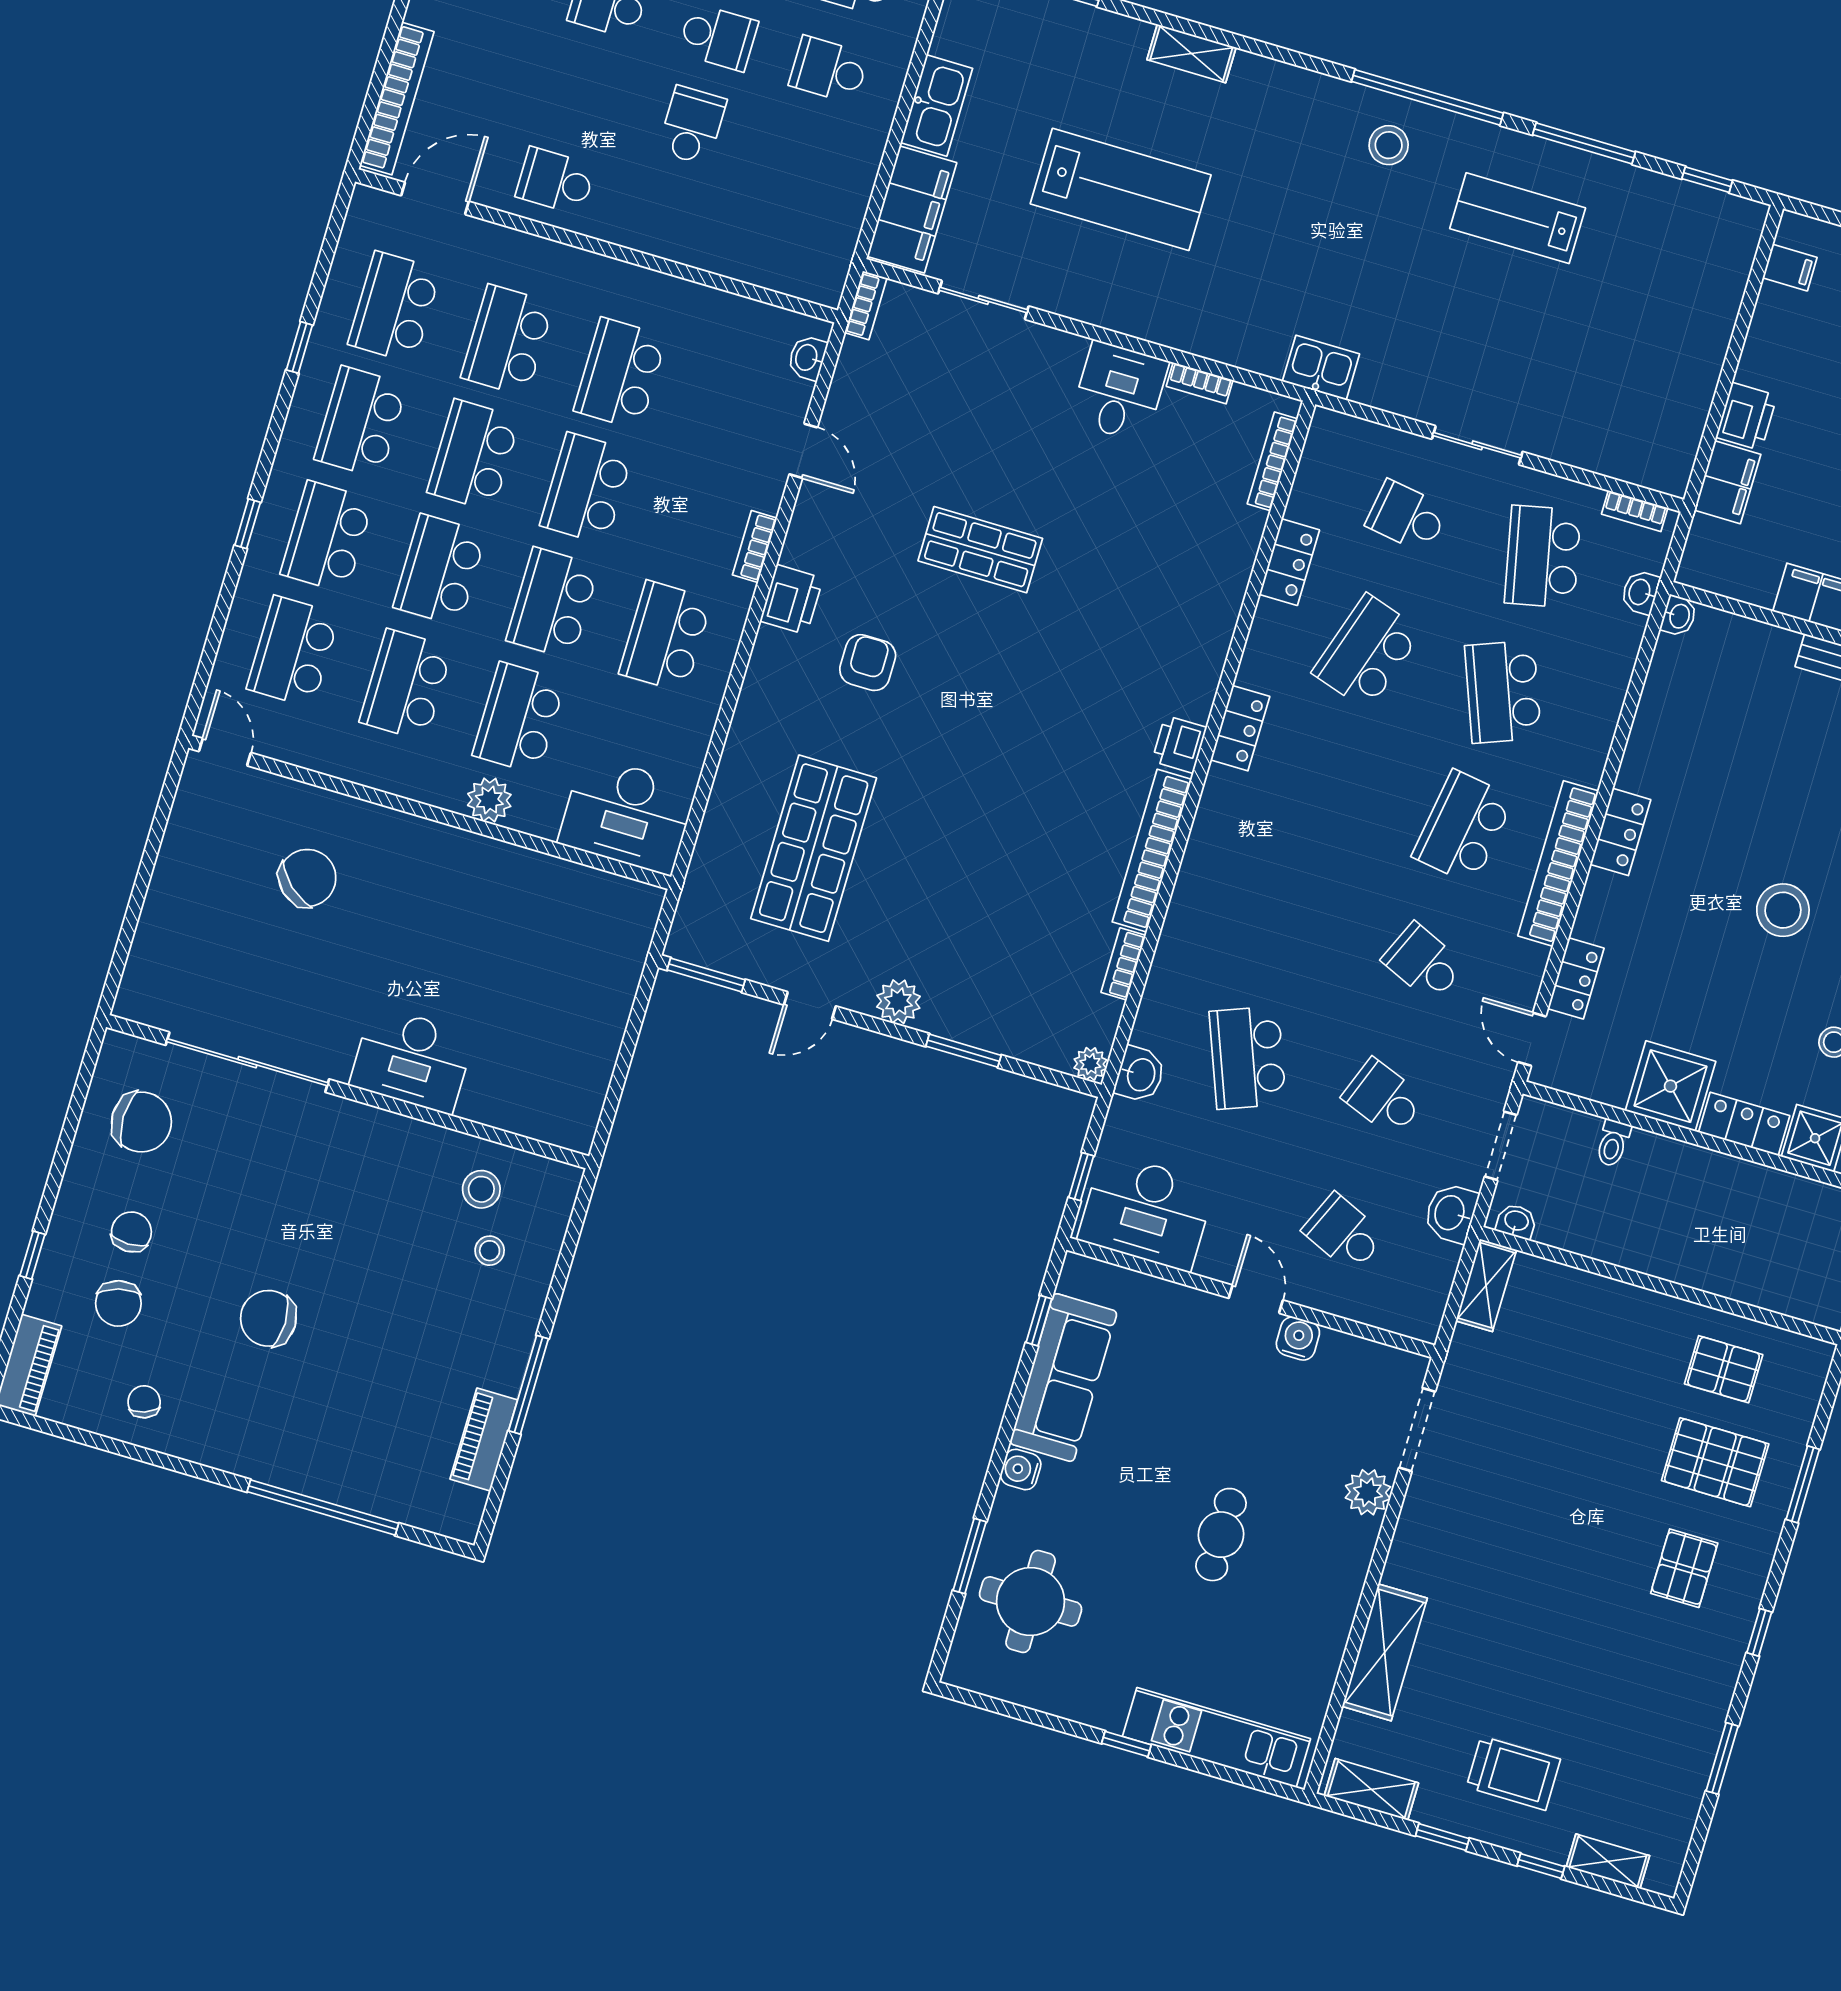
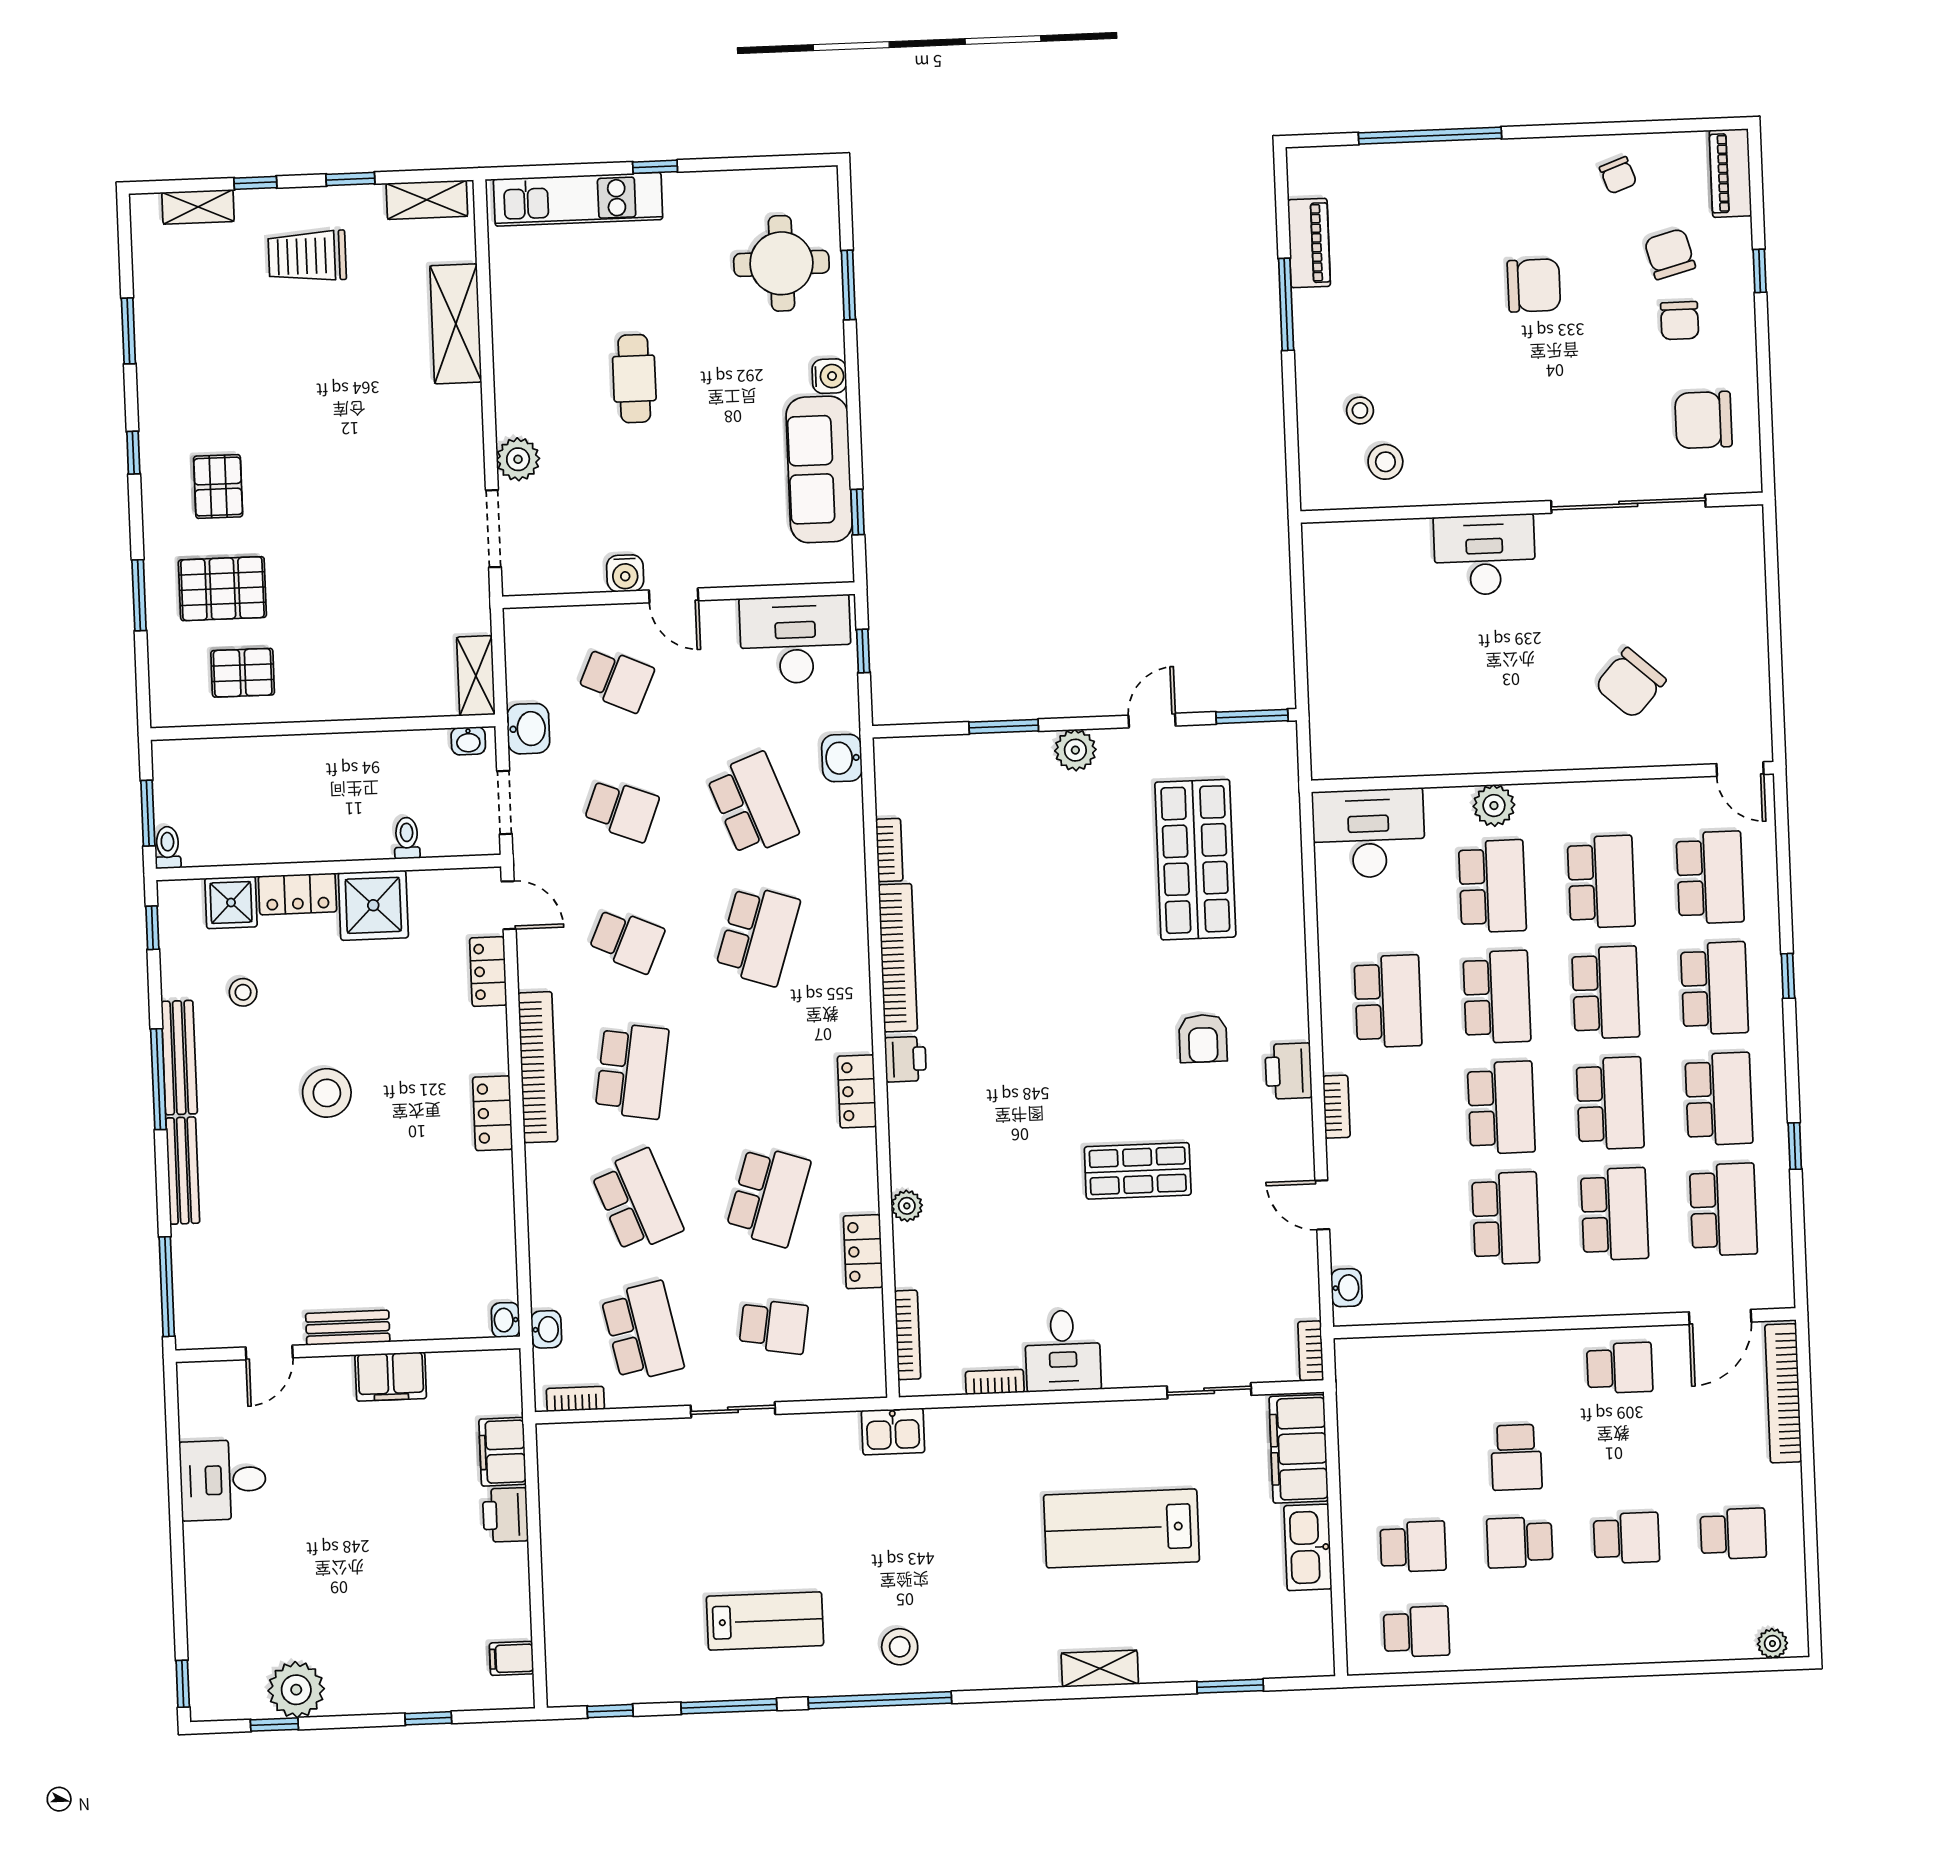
school desk: (1287, 922) -> (758, 935), added
plant: (1090, 1064) -> (907, 1206), moved

